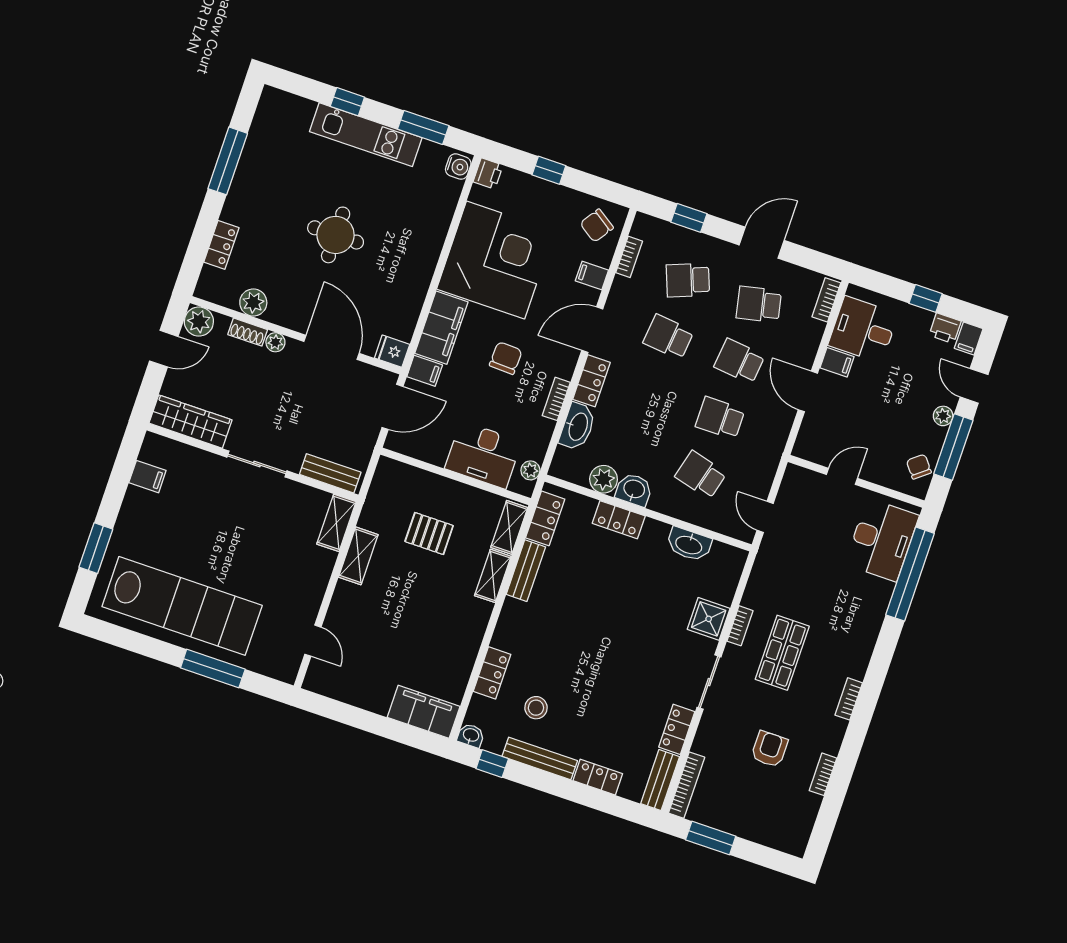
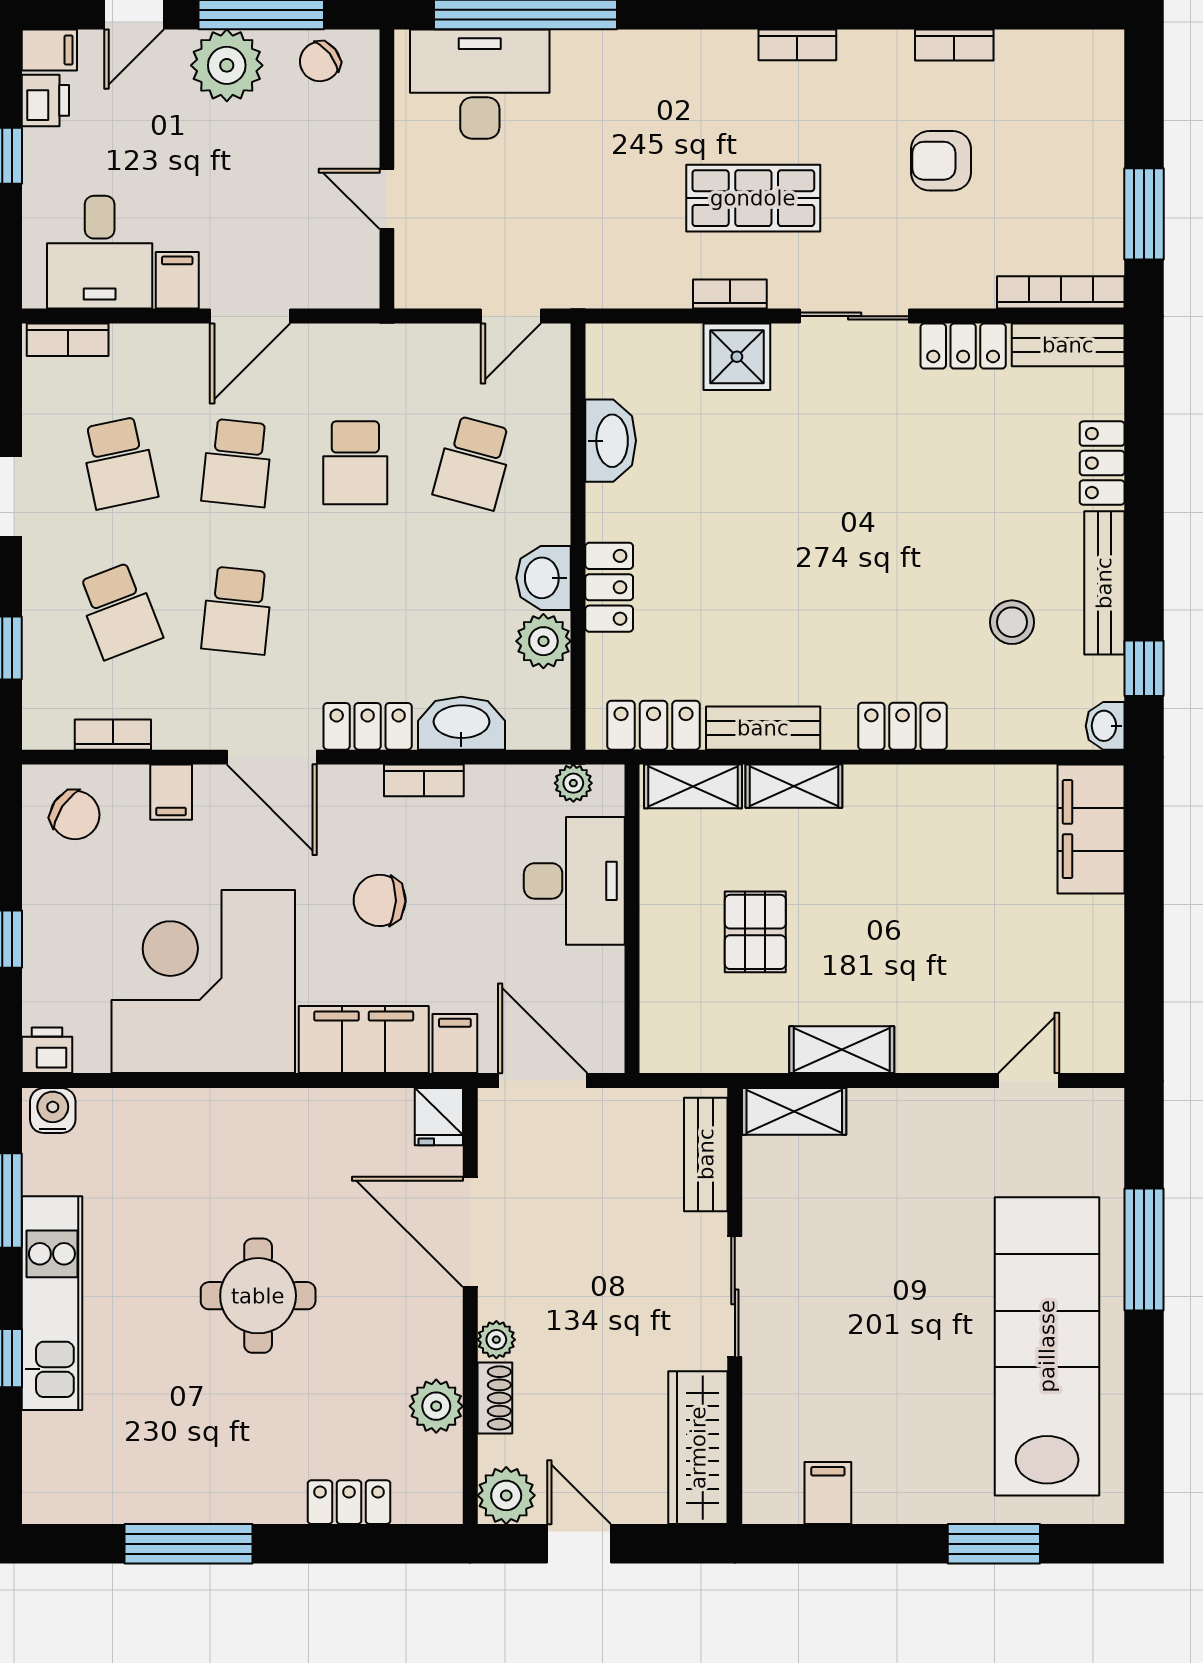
door: (332, 347) -> (470, 1232), hinge flipped
plant: (943, 416) -> (227, 65), width x1.87, depth x1.87
locker: (492, 673) -> (902, 726), moved

